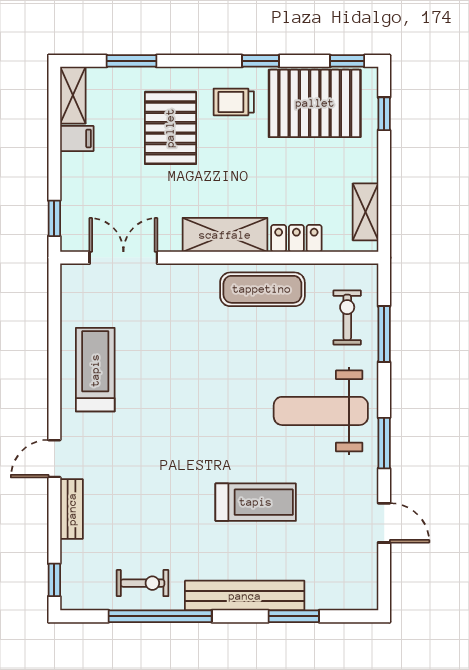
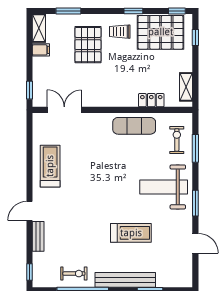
shelving: (225, 235) -> (115, 98), removed

